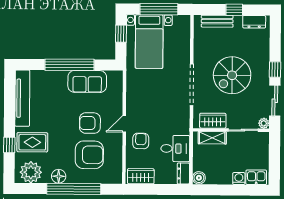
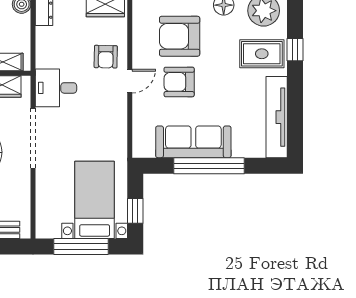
sofa: (87, 81) -> (193, 142), width x1.36
armchair: (90, 123) -> (179, 82), turned 180
desk: (175, 149) -> (56, 88), moved

